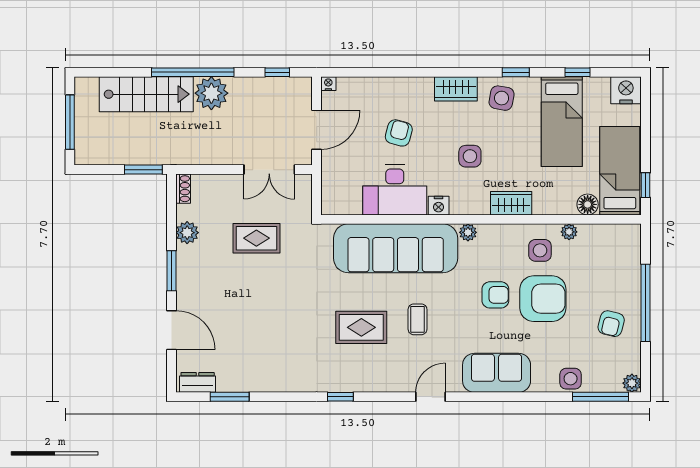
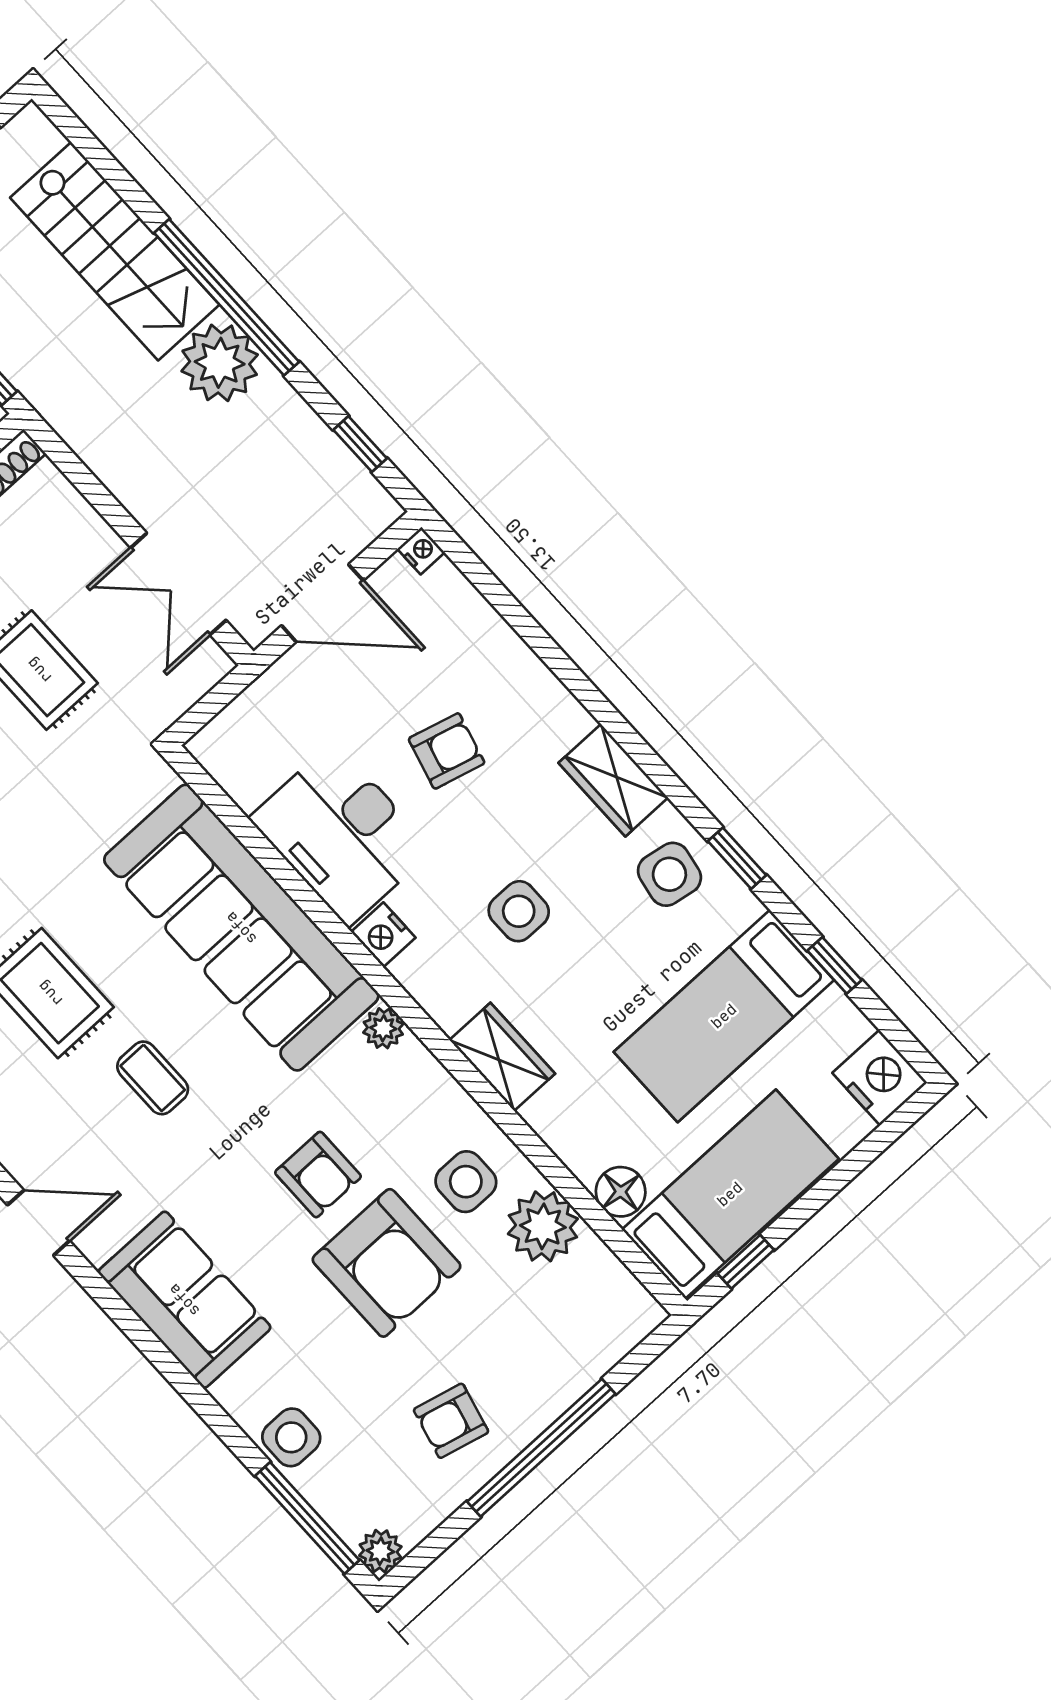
plant: (569, 232) -> (543, 1226), width x1.88, depth x1.88
coffee table: (418, 319) -> (153, 1078), turned 90

